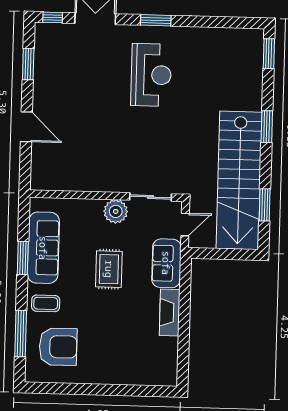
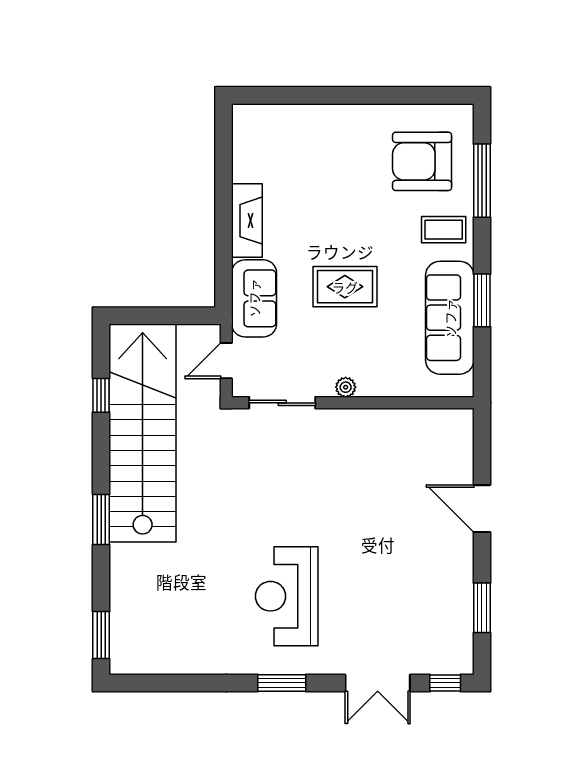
window: (265, 205) -> (101, 395), width x0.67
plant: (116, 211) -> (346, 387), width x0.53, depth x0.53
rug: (109, 269) -> (345, 287), turned 90

